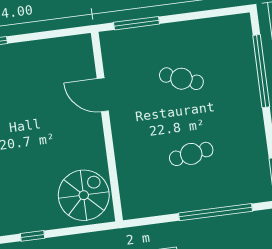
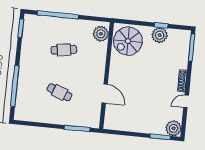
plant: (134, 197) -> (101, 34), added
plant: (32, 218) -> (160, 35), added

